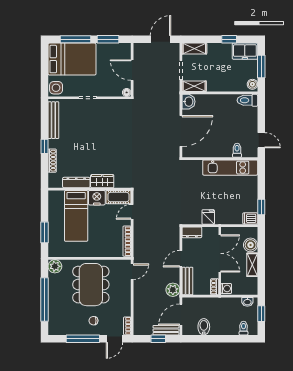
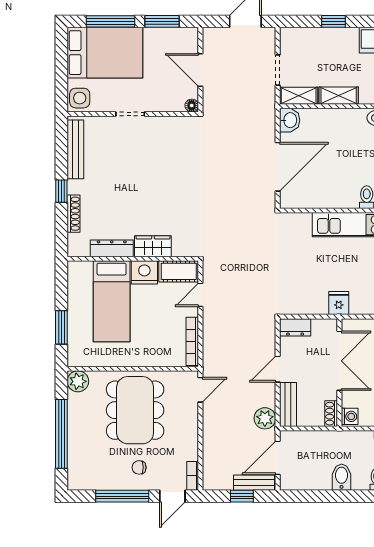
window: (229, 39) -> (333, 21), moved
shelving: (194, 49) -> (339, 96), moved
fridge: (208, 217) -> (339, 303), moved
bidet: (204, 327) -> (342, 477), moved

